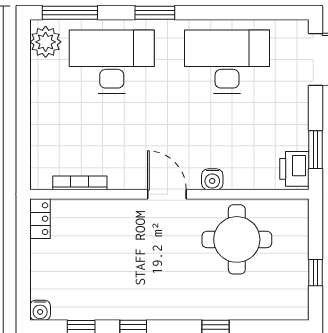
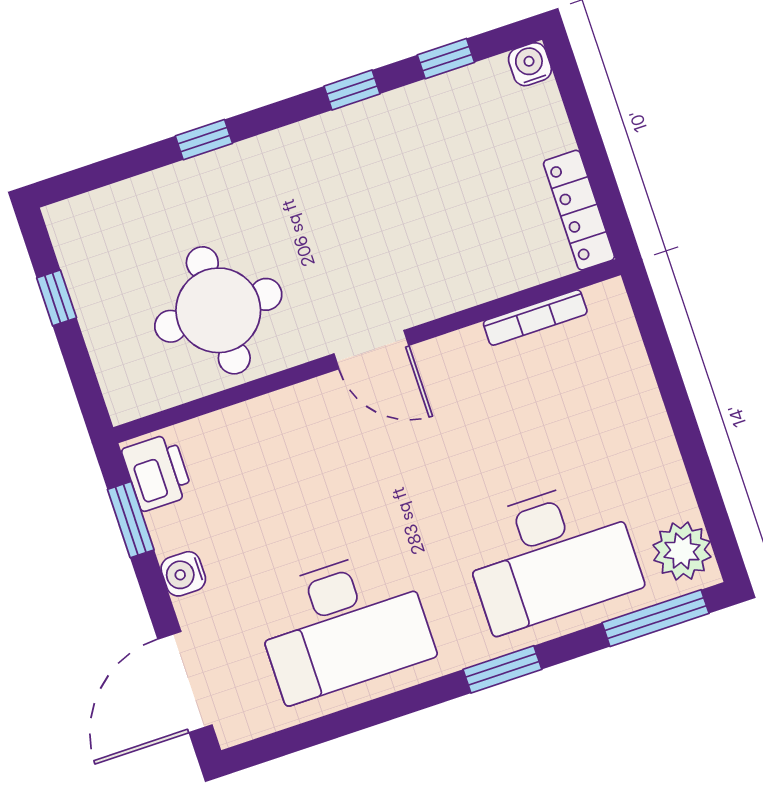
water cooler: (212, 179) -> (183, 574), moved, turned -90
locker: (40, 219) -> (579, 210), width x1.53

